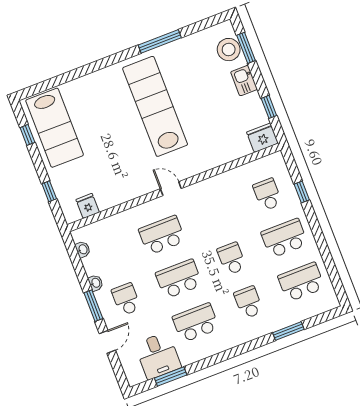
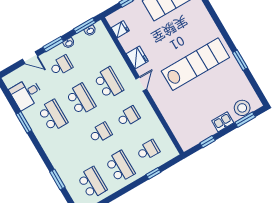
window: (160, 41) -> (240, 60), width x0.69
fridge: (262, 138) -> (137, 57), moved
window: (74, 256) -> (85, 26), added
school desk: (248, 302) -> (128, 117), moved
window: (171, 376) -> (24, 122), moved

